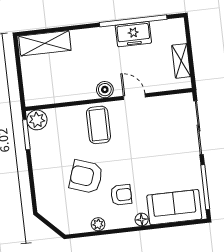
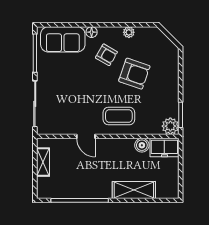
freezer: (133, 34) -> (164, 148), moved, turned 180
shelving: (45, 43) -> (134, 190), moved
boiler: (105, 90) -> (142, 145), moved
coffee table: (98, 125) -> (119, 116), turned 90
armchair: (121, 195) -> (106, 55), turned -150

